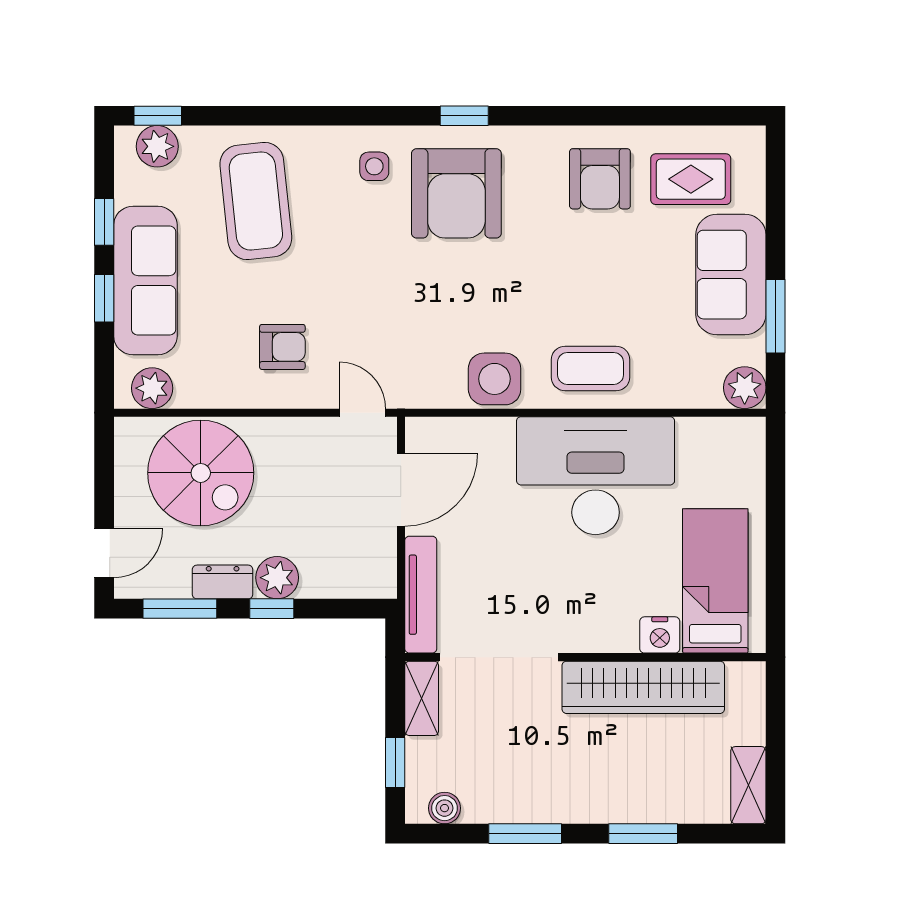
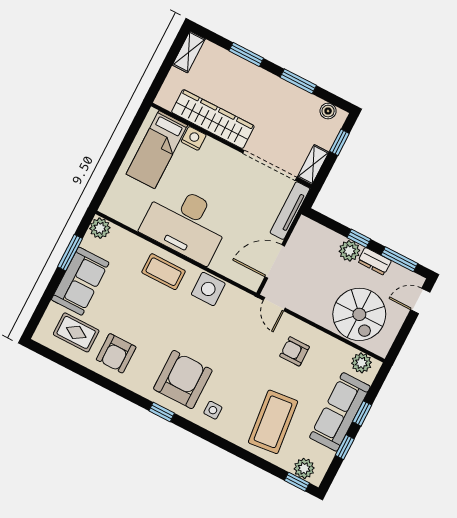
armchair: (600, 179) -> (116, 353), turned 180
spiral stairs: (201, 473) -> (359, 314), turned 180

